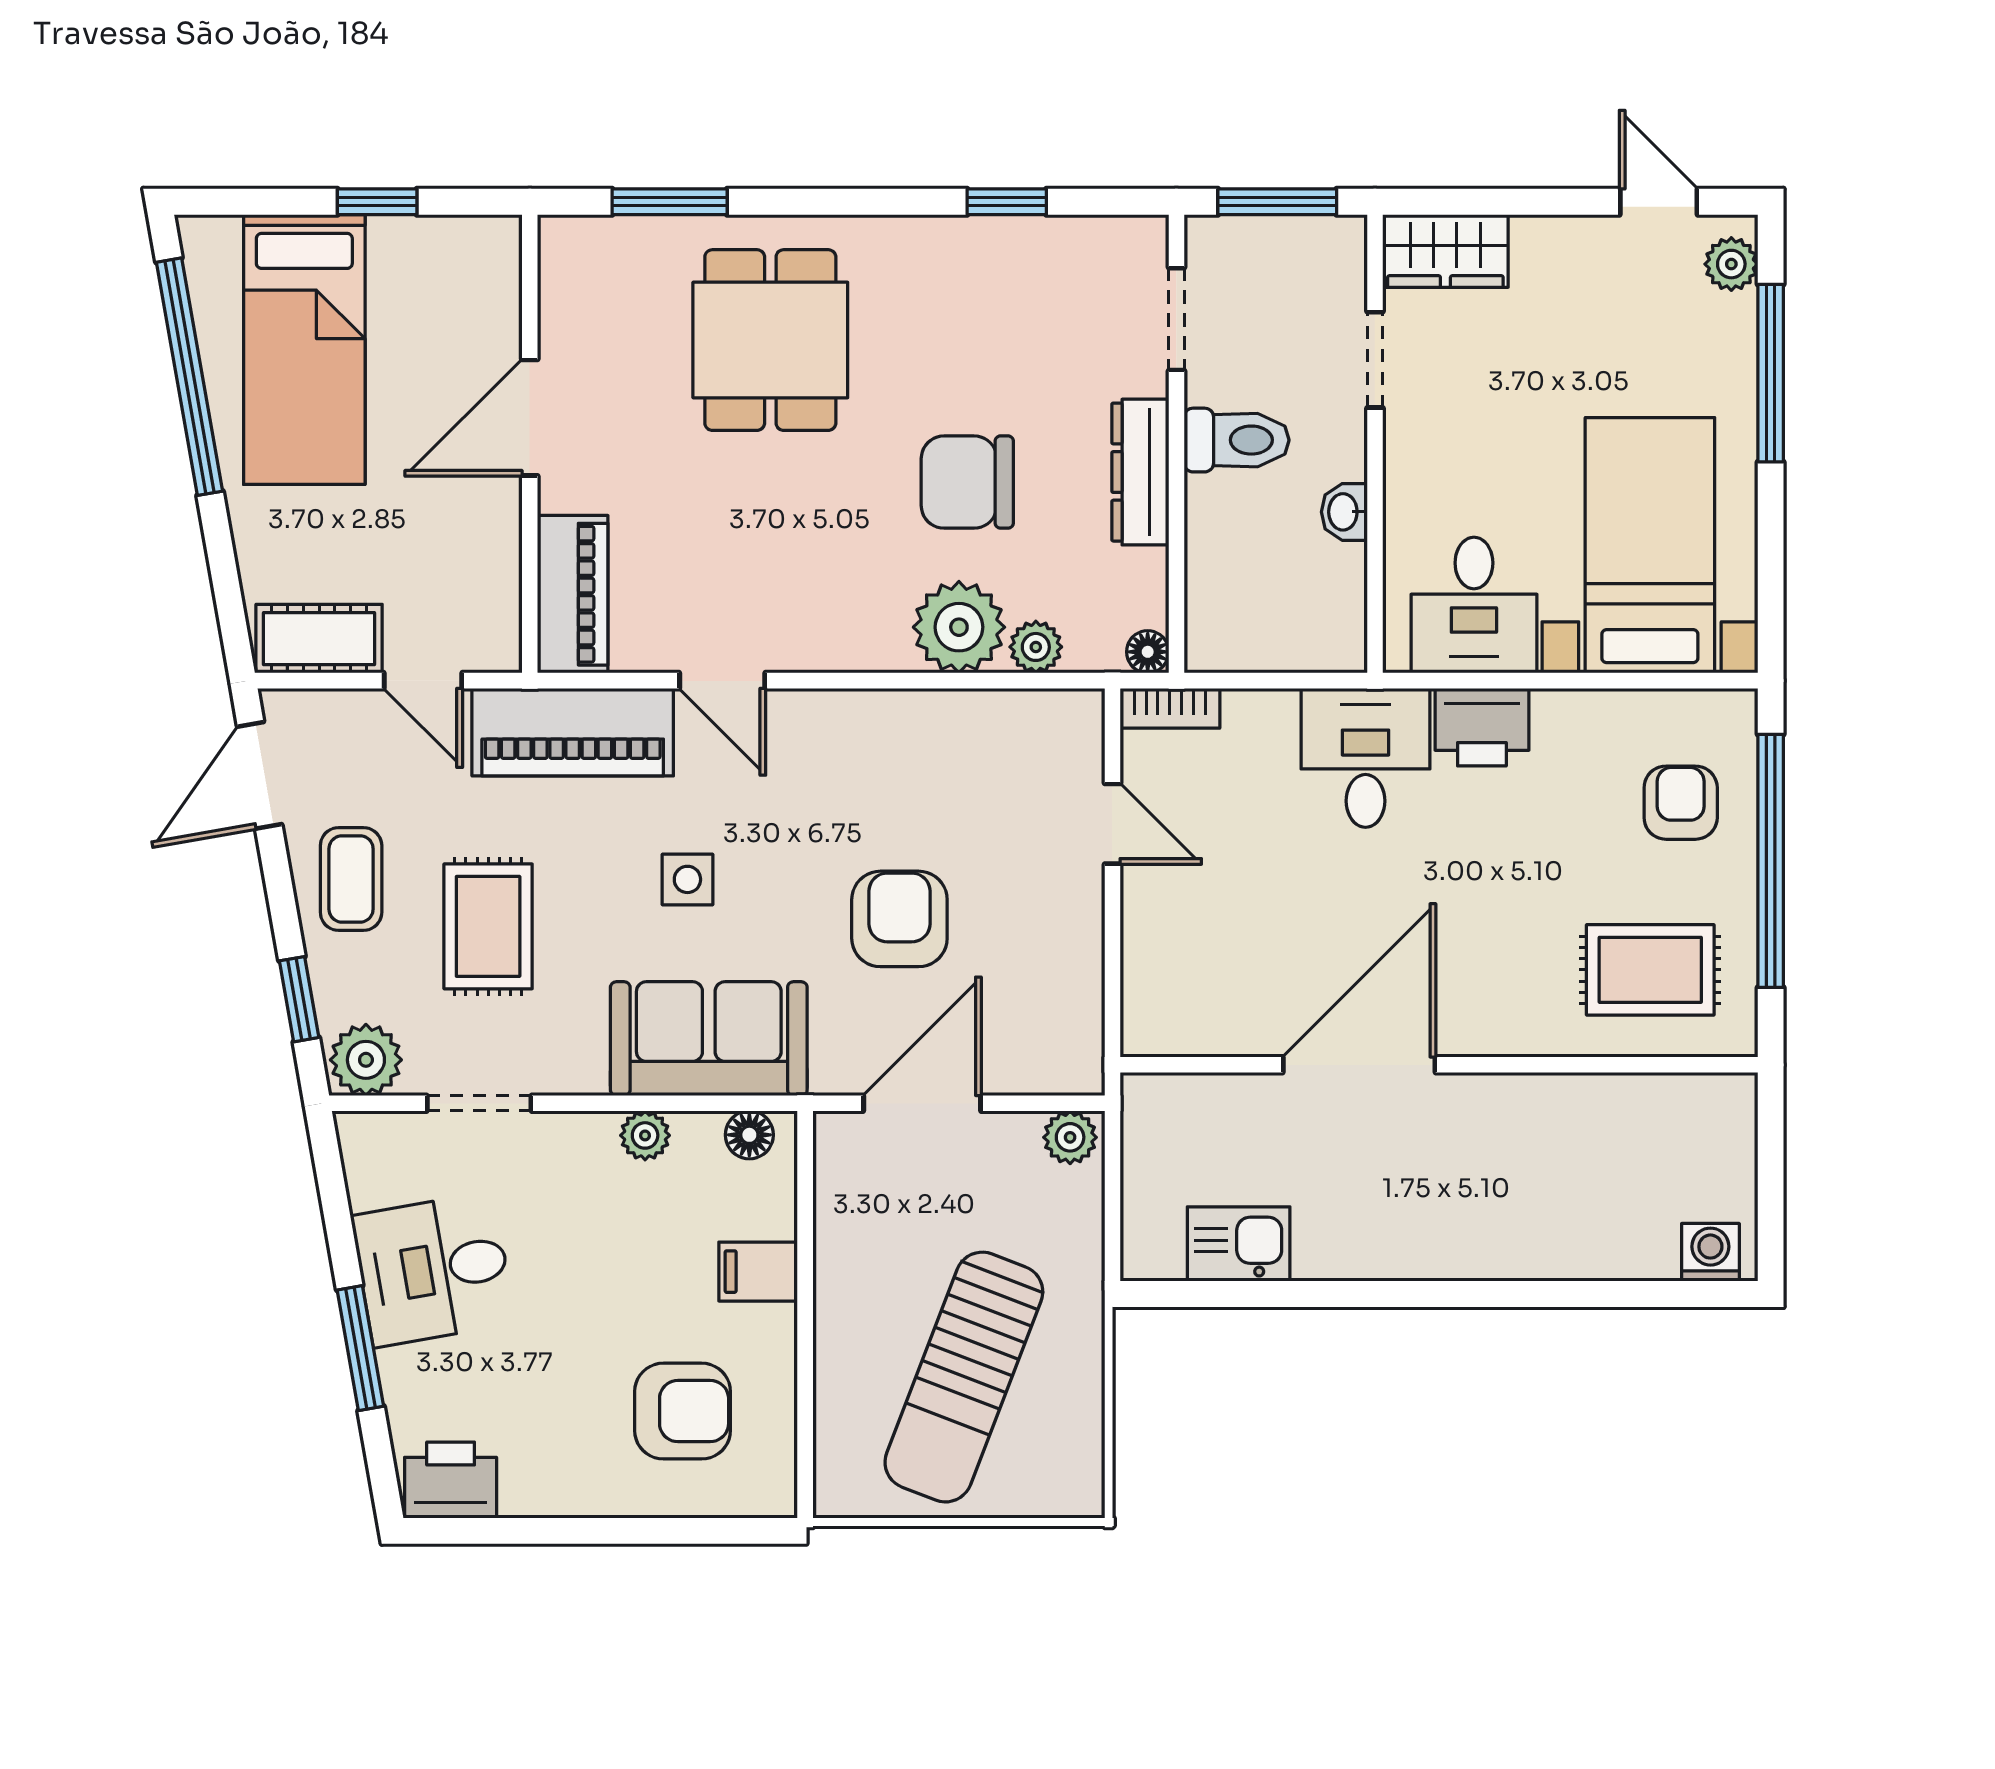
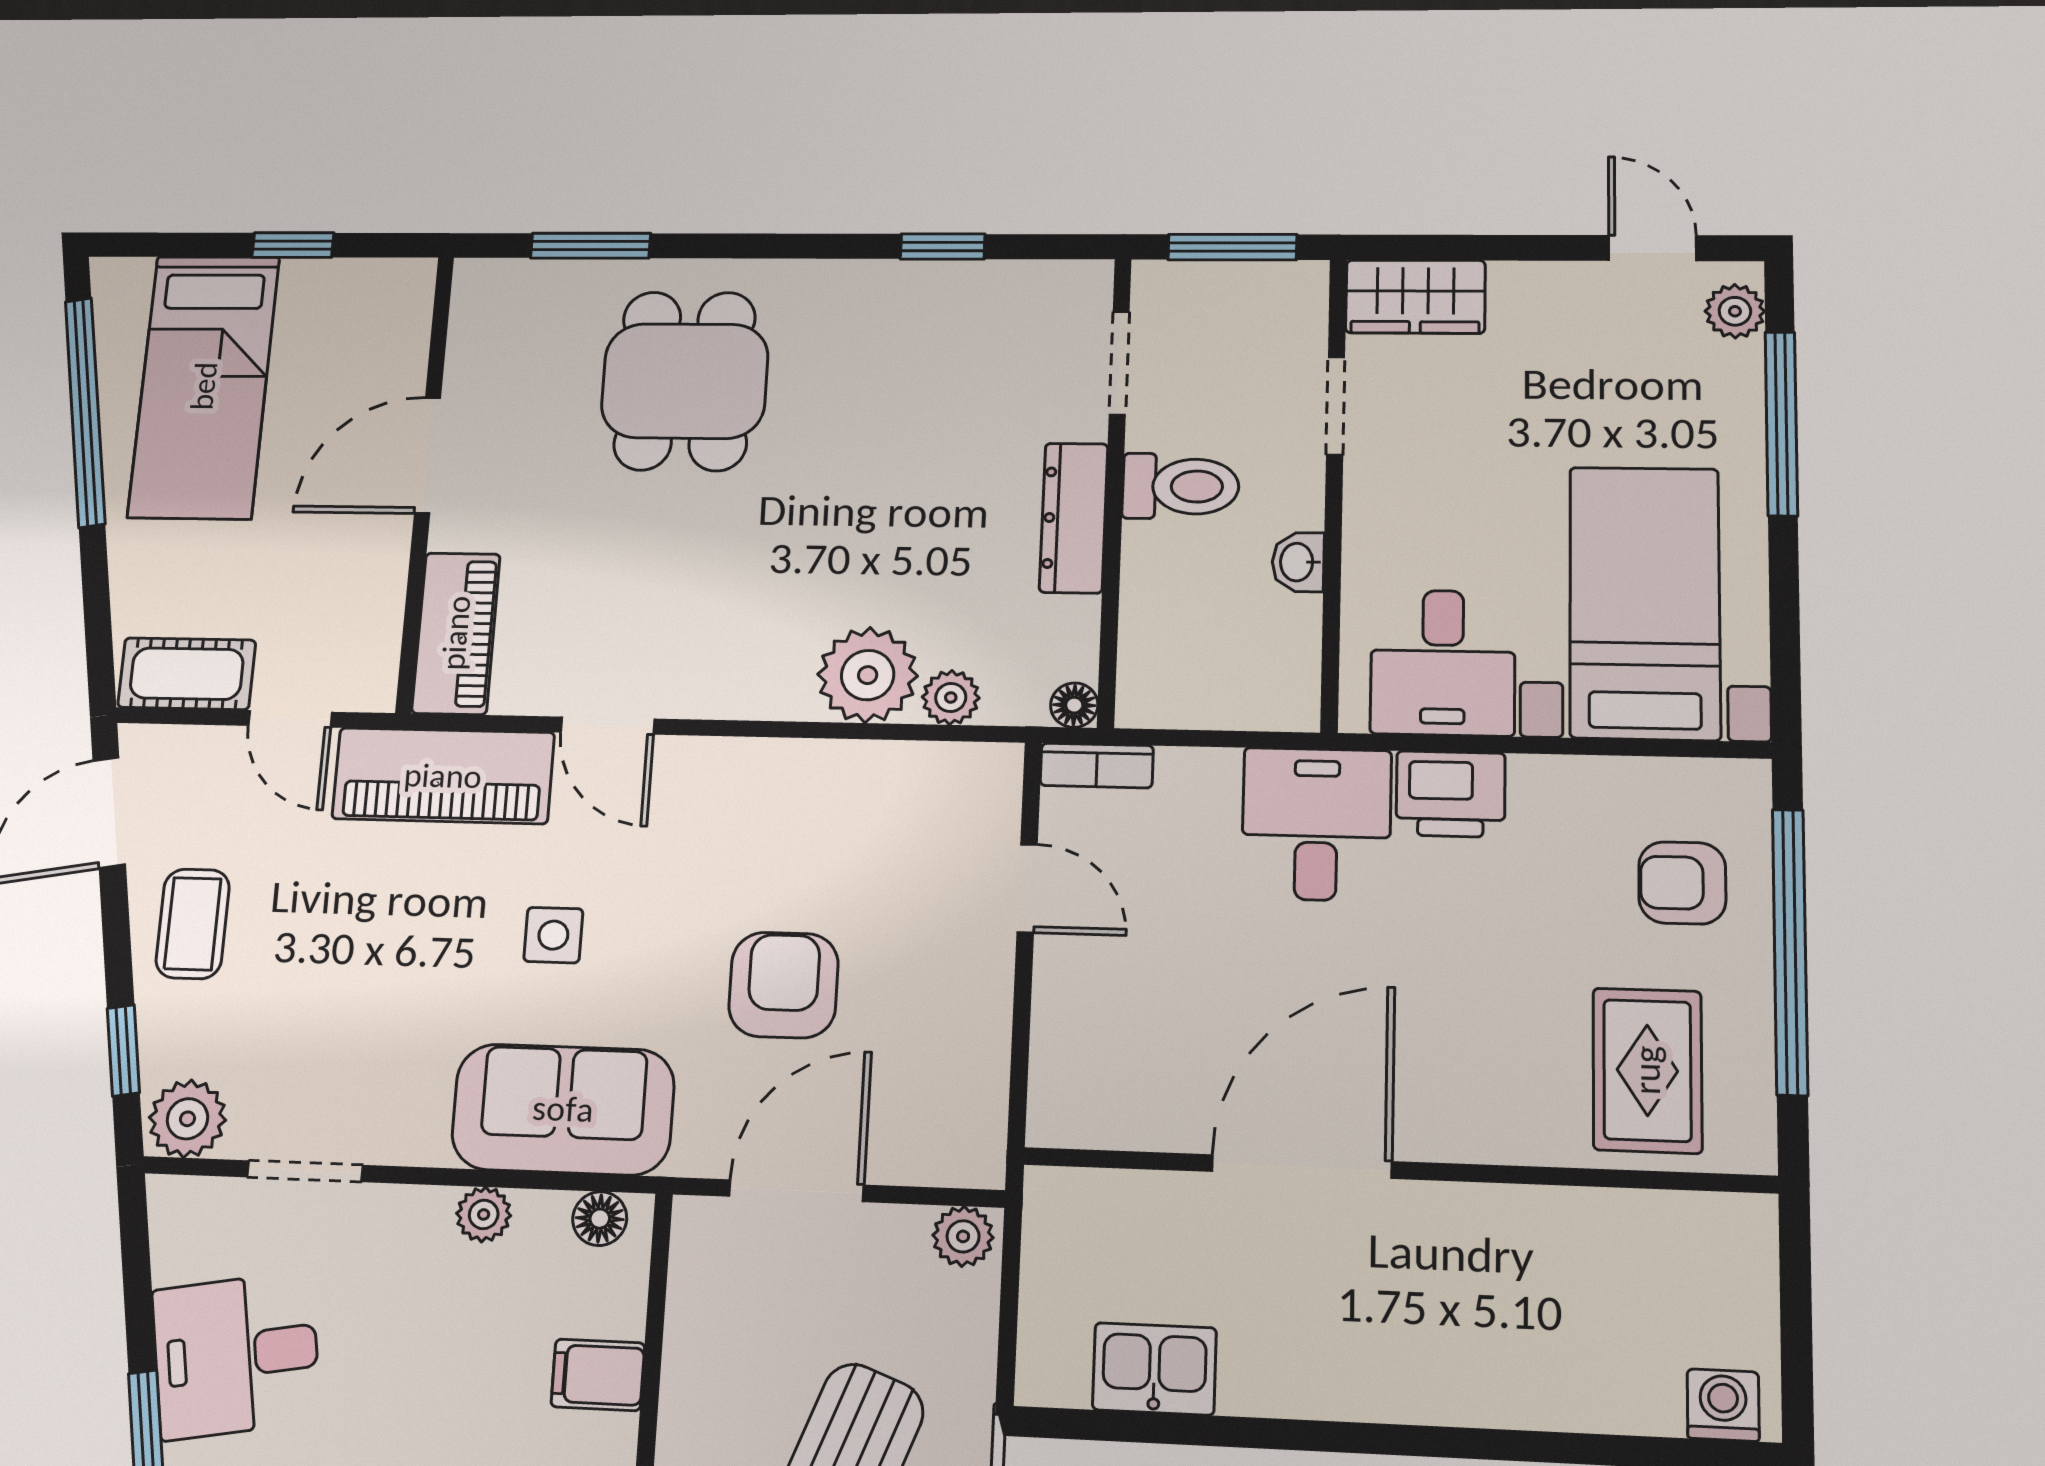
chair: (967, 482) -> (885, 526), removed
armchair: (1681, 803) -> (1682, 883), turned -90
rug: (488, 926) -> (333, 979), removed
rug: (1650, 970) -> (1647, 1070), turned 90

